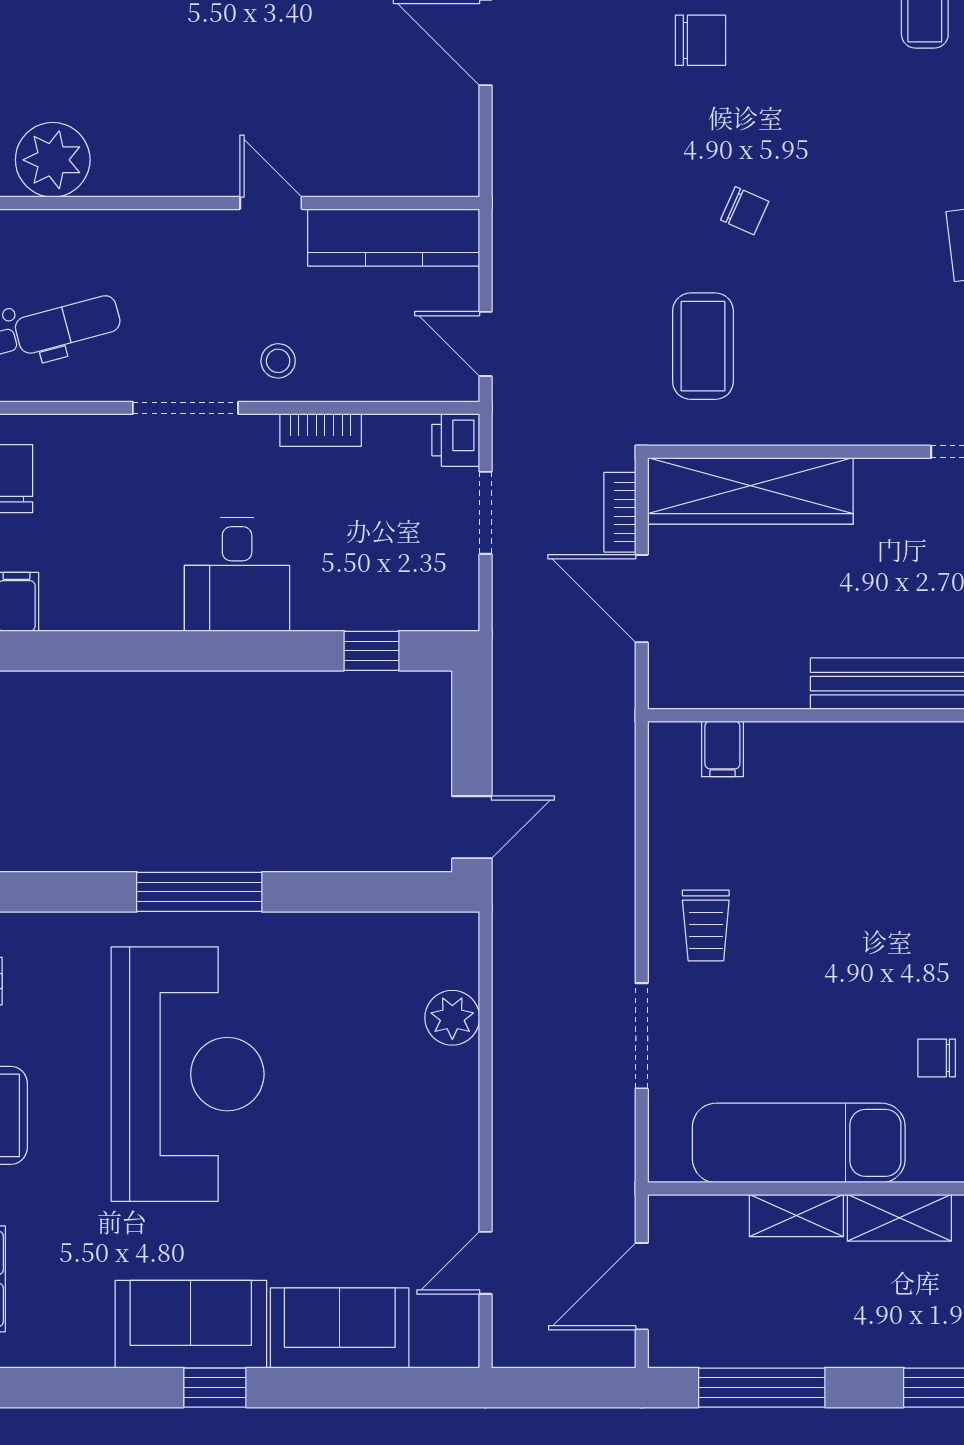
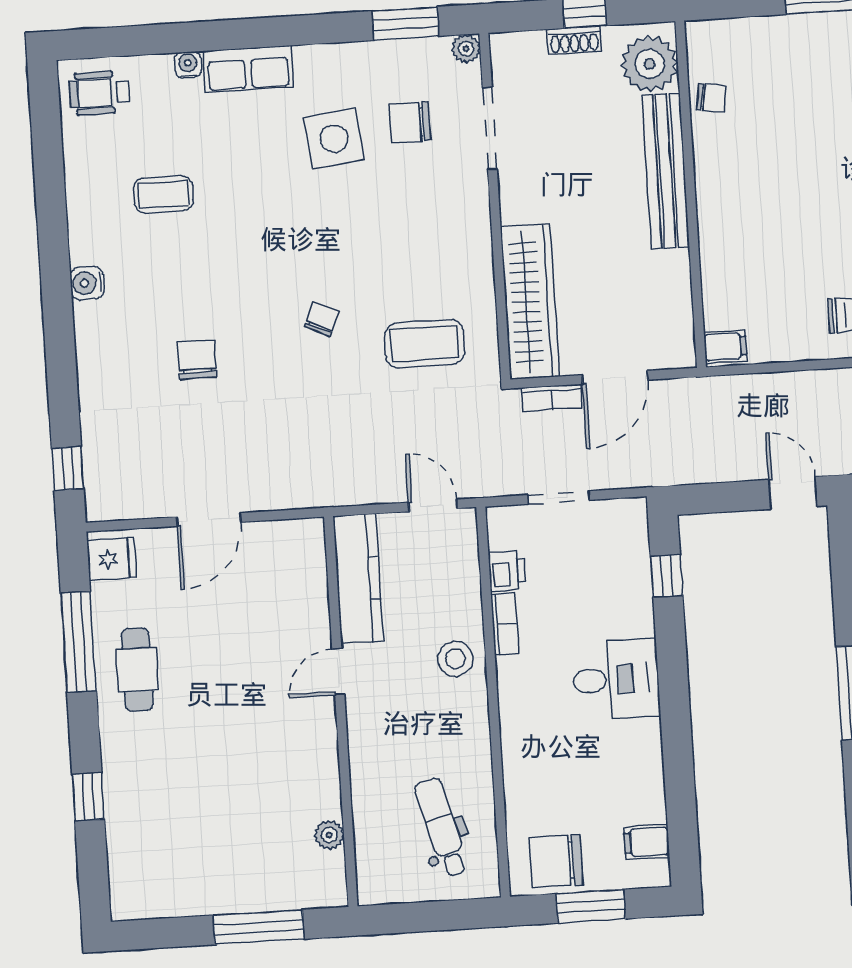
plant: (53, 160) -> (329, 835), width x0.53, depth x0.53
door: (486, 344) -> (433, 505), swing flipped
stool: (278, 361) -> (455, 659), width x1.37, depth x1.37
doorway: (185, 408) -> (495, 725), removed
printer: (456, 440) -> (507, 571), moved, turned -90
filing cabinet: (722, 749) -> (725, 347), moved

